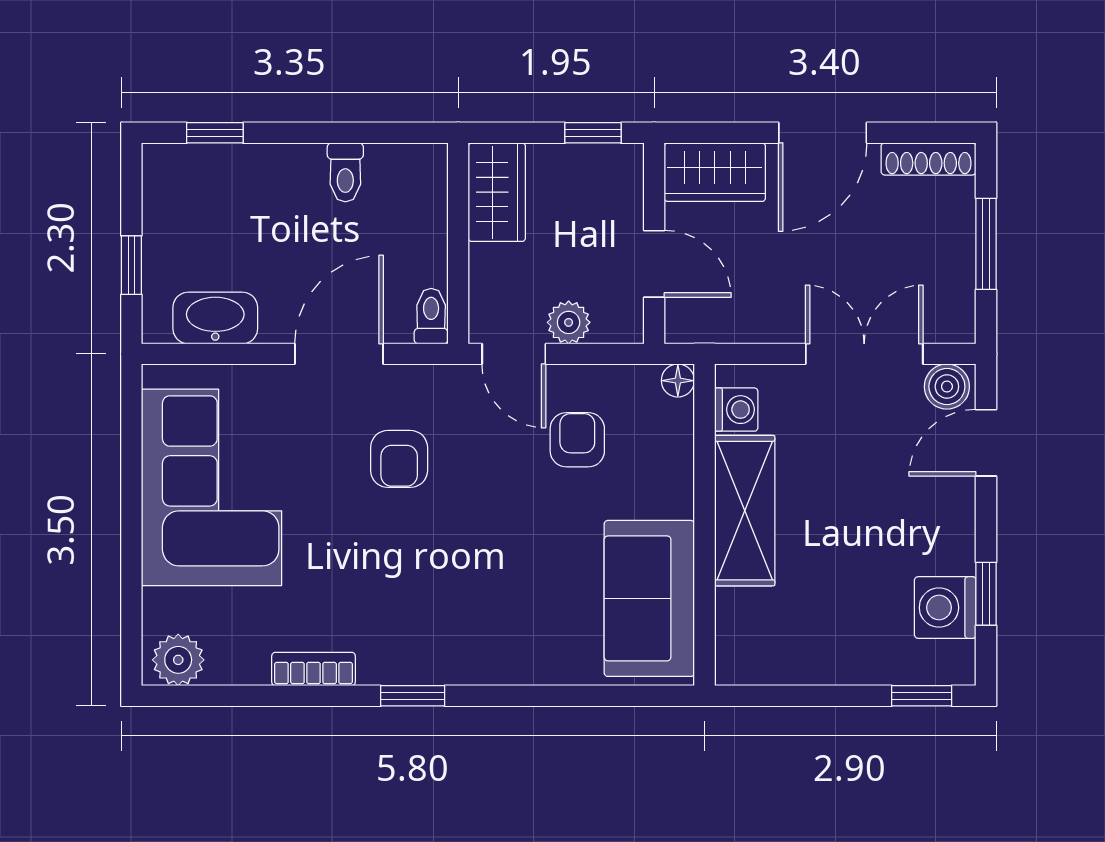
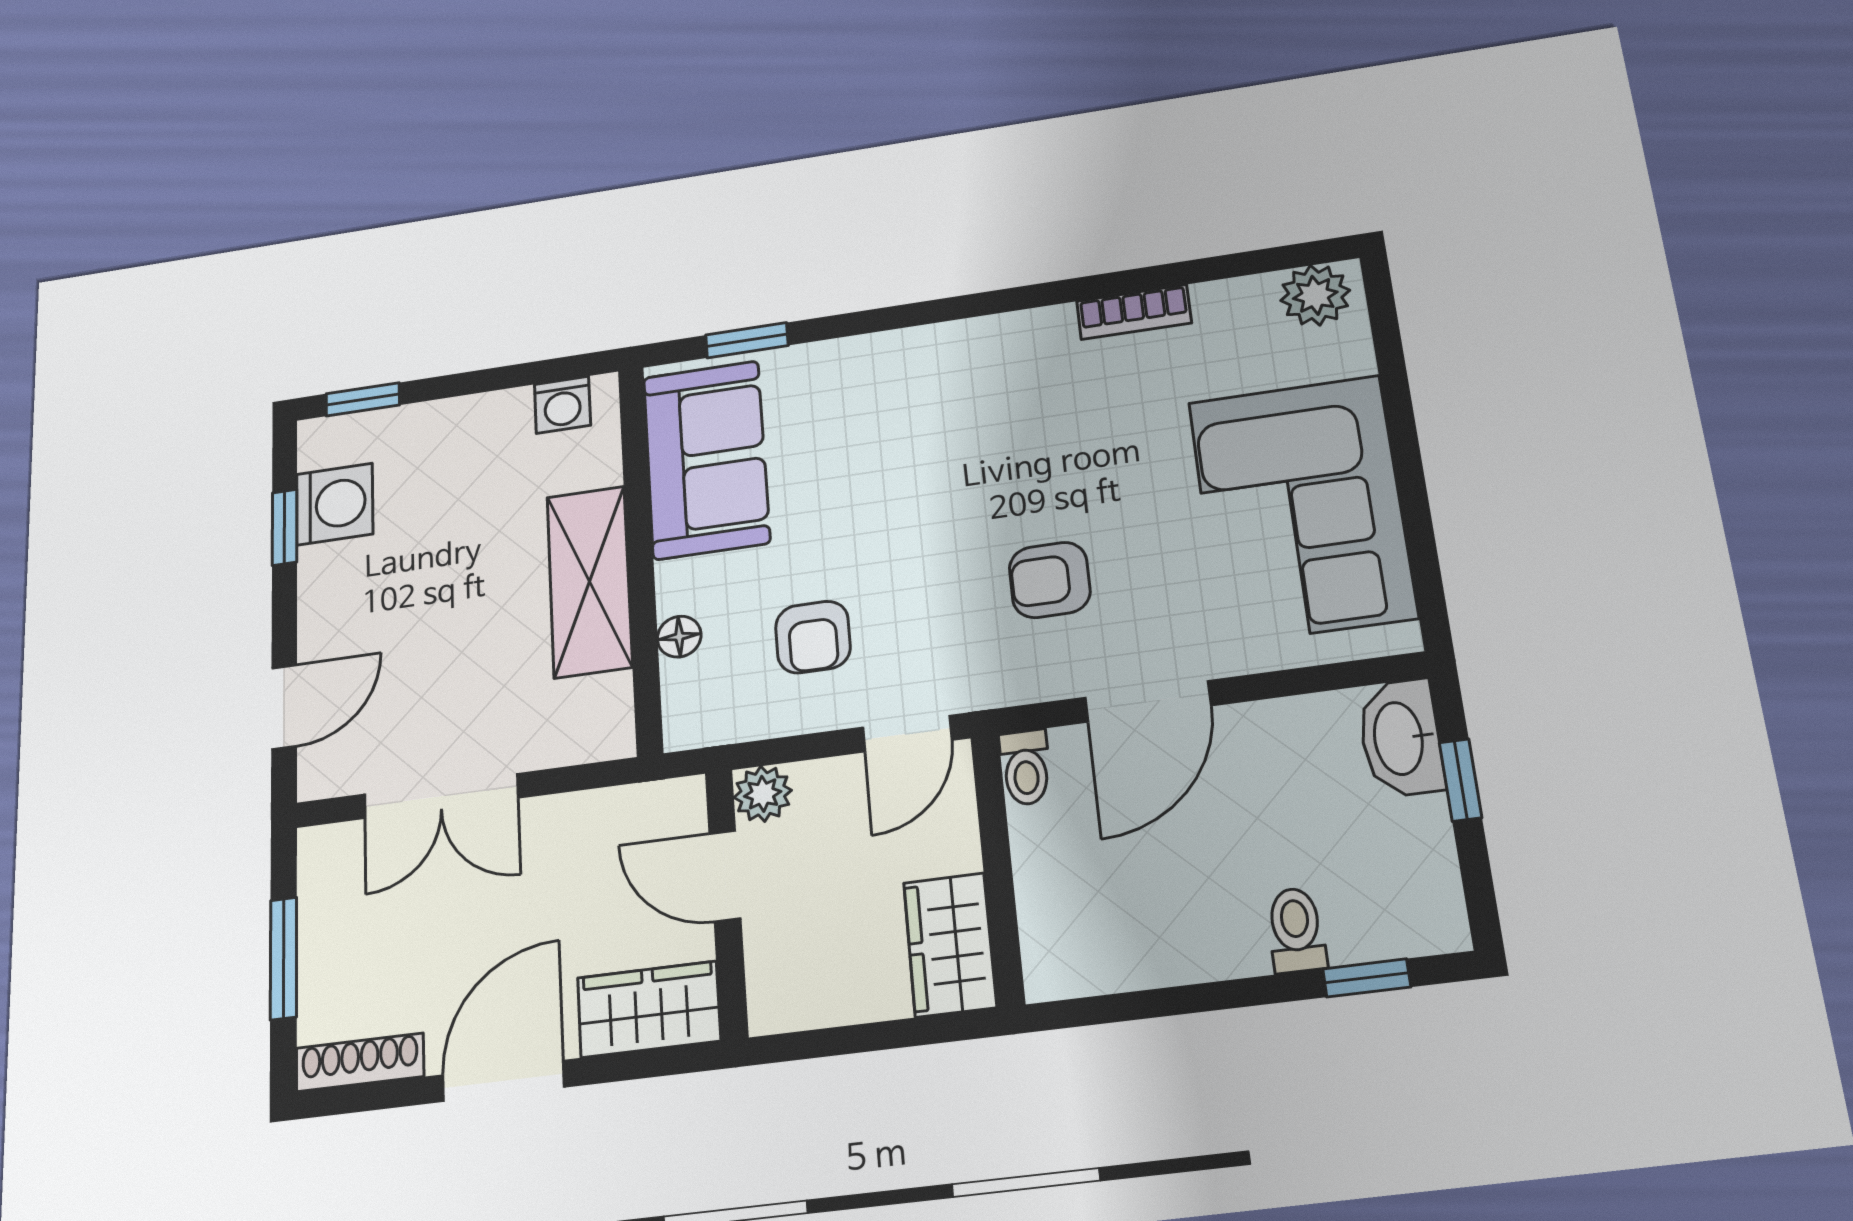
window: (593, 133) -> (821, 1043), removed
toilet: (345, 172) -> (1296, 930), moved
washbasin: (215, 318) -> (1401, 738), moved, turned 90
plant: (569, 322) -> (763, 794), moved
door: (514, 354) -> (907, 734), swing flipped
floor lamp: (678, 381) -> (679, 637), moved
boiler: (947, 387) -> (334, 769), removed
washing machine: (736, 410) -> (562, 405), moved, turned -90
armchair: (399, 459) -> (1050, 580), turned -90
window: (413, 696) -> (747, 340), moved

